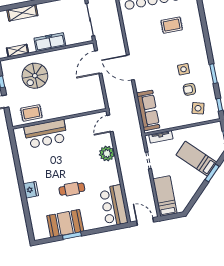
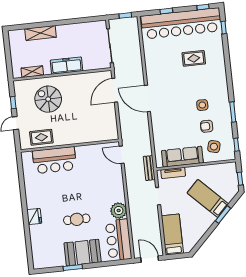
spiral stairs: (35, 76) -> (48, 99), turned 90
sofa: (148, 110) -> (182, 157), moved, turned -90
door: (110, 123) -> (122, 155), hinge flipped
bench: (138, 134) -> (149, 168), added
plant: (107, 154) -> (119, 211), moved
booth: (65, 223) -> (83, 253), moved

